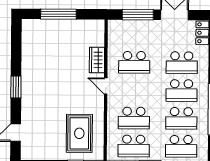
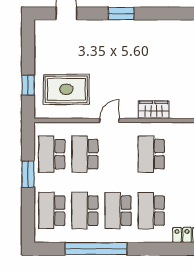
door: (106, 86) -> (109, 120), moved

